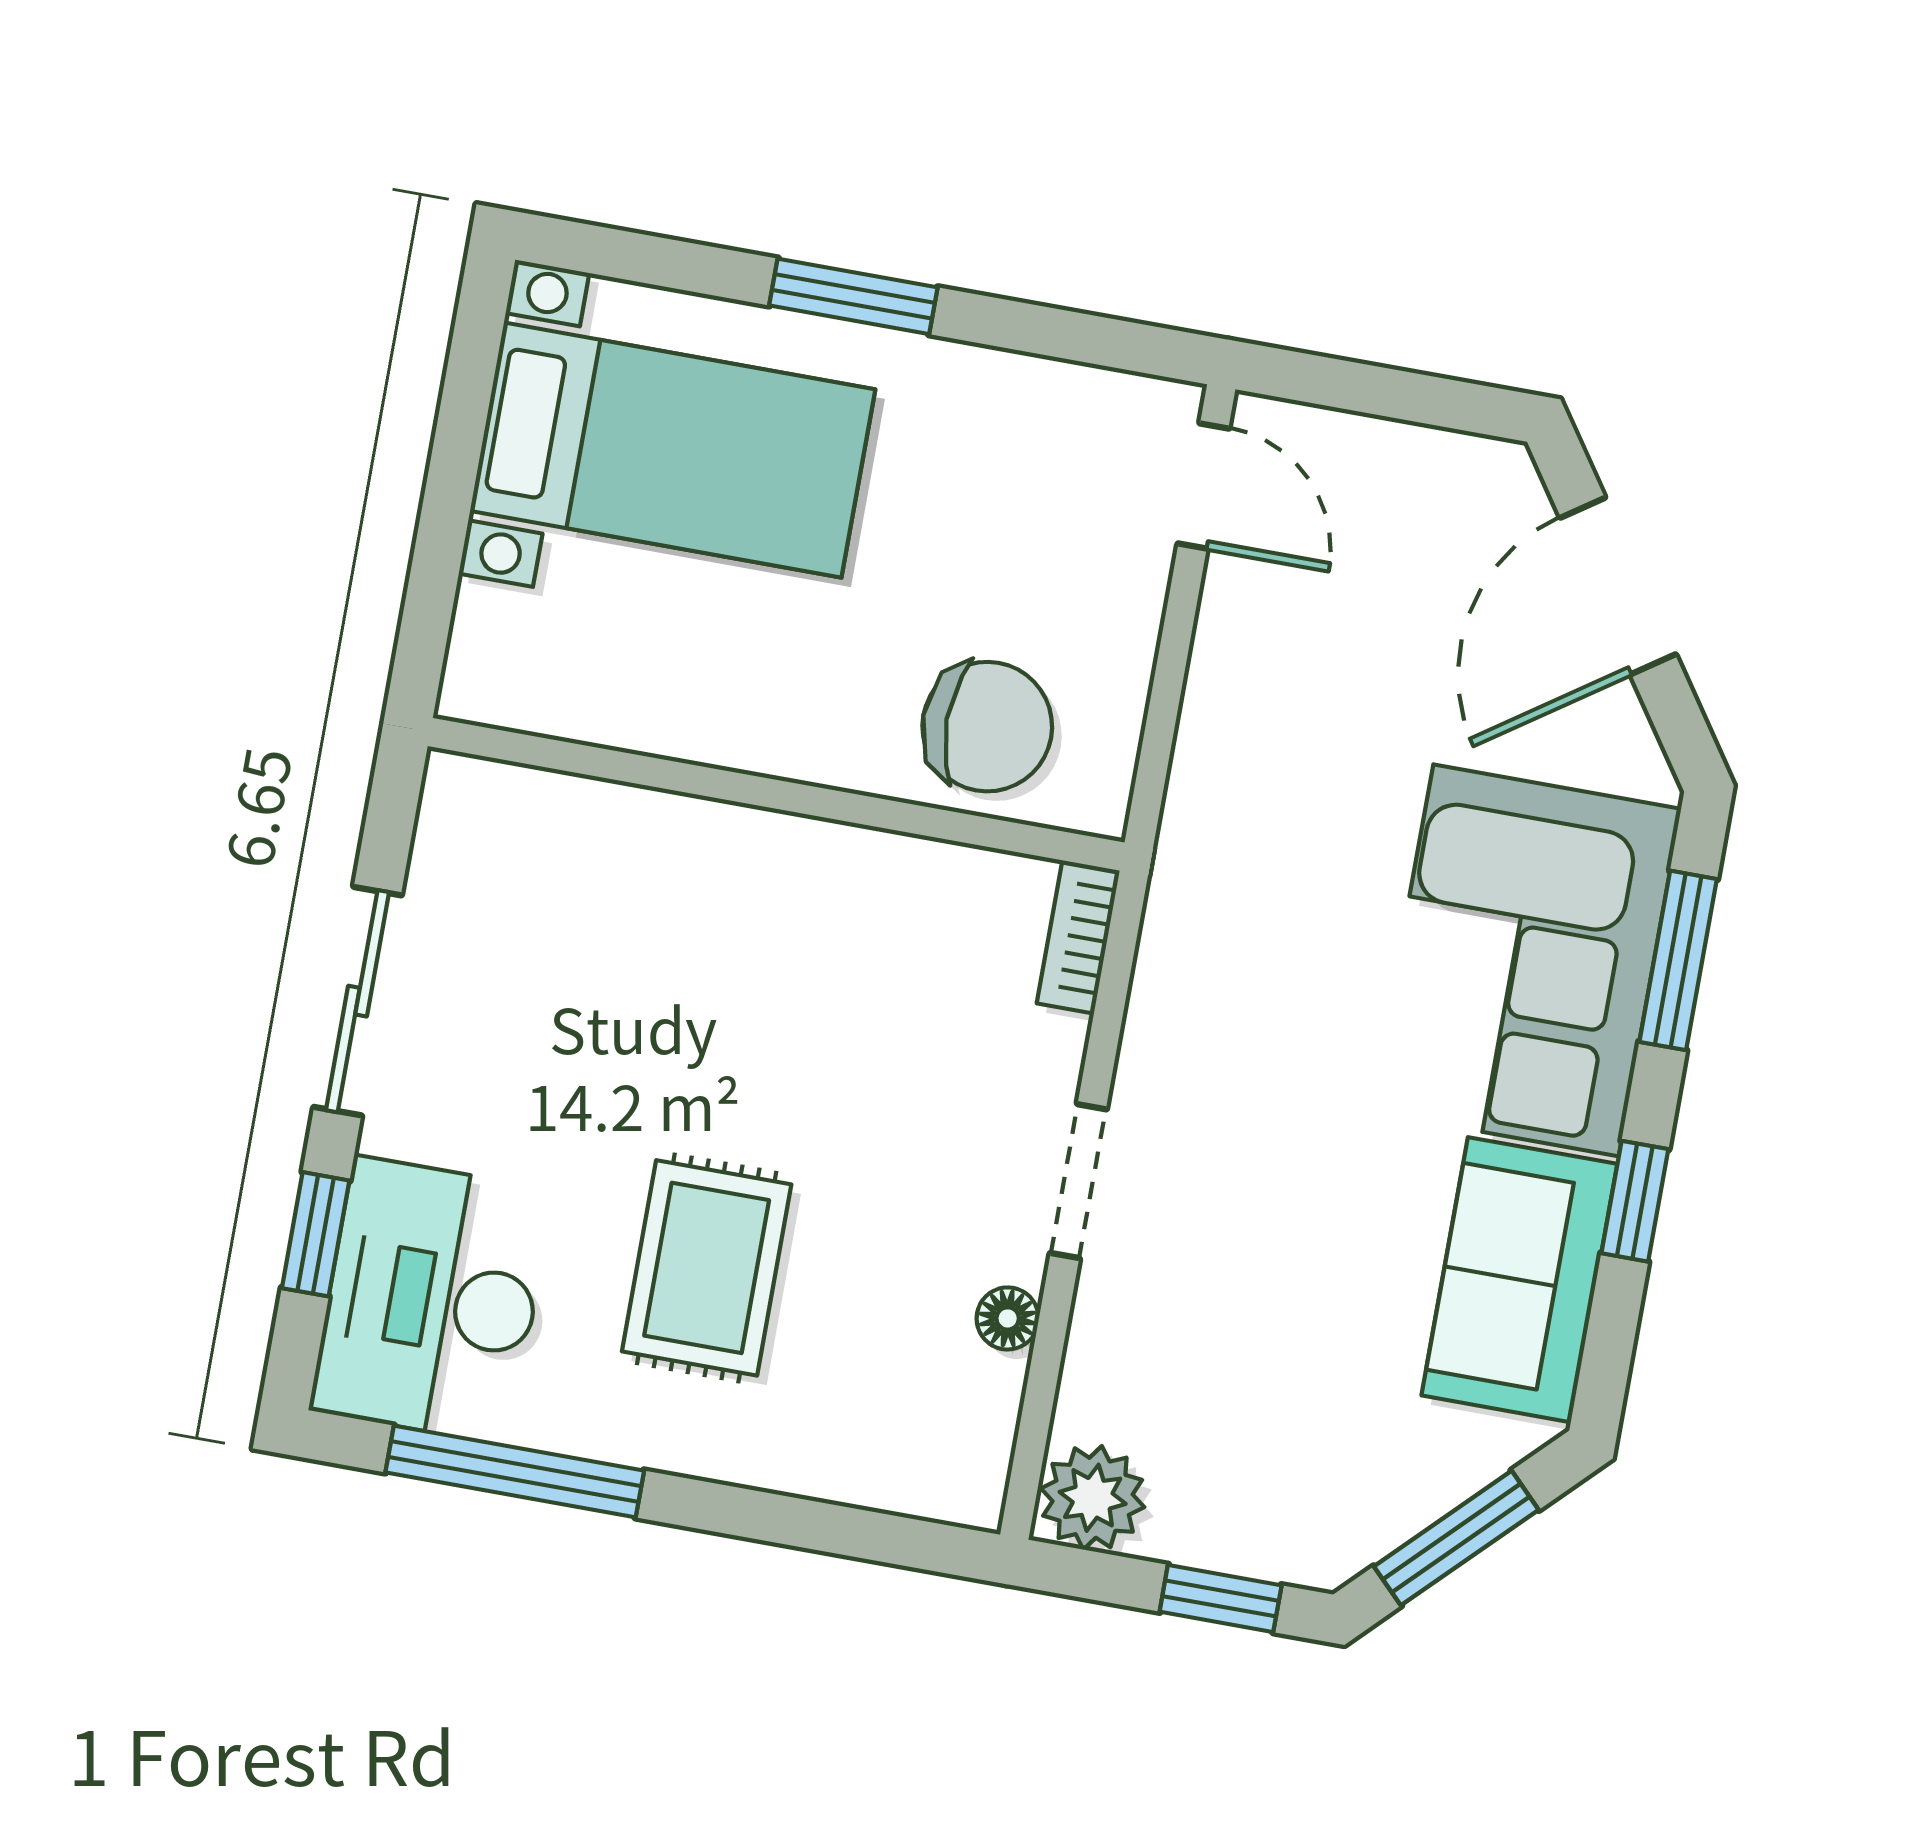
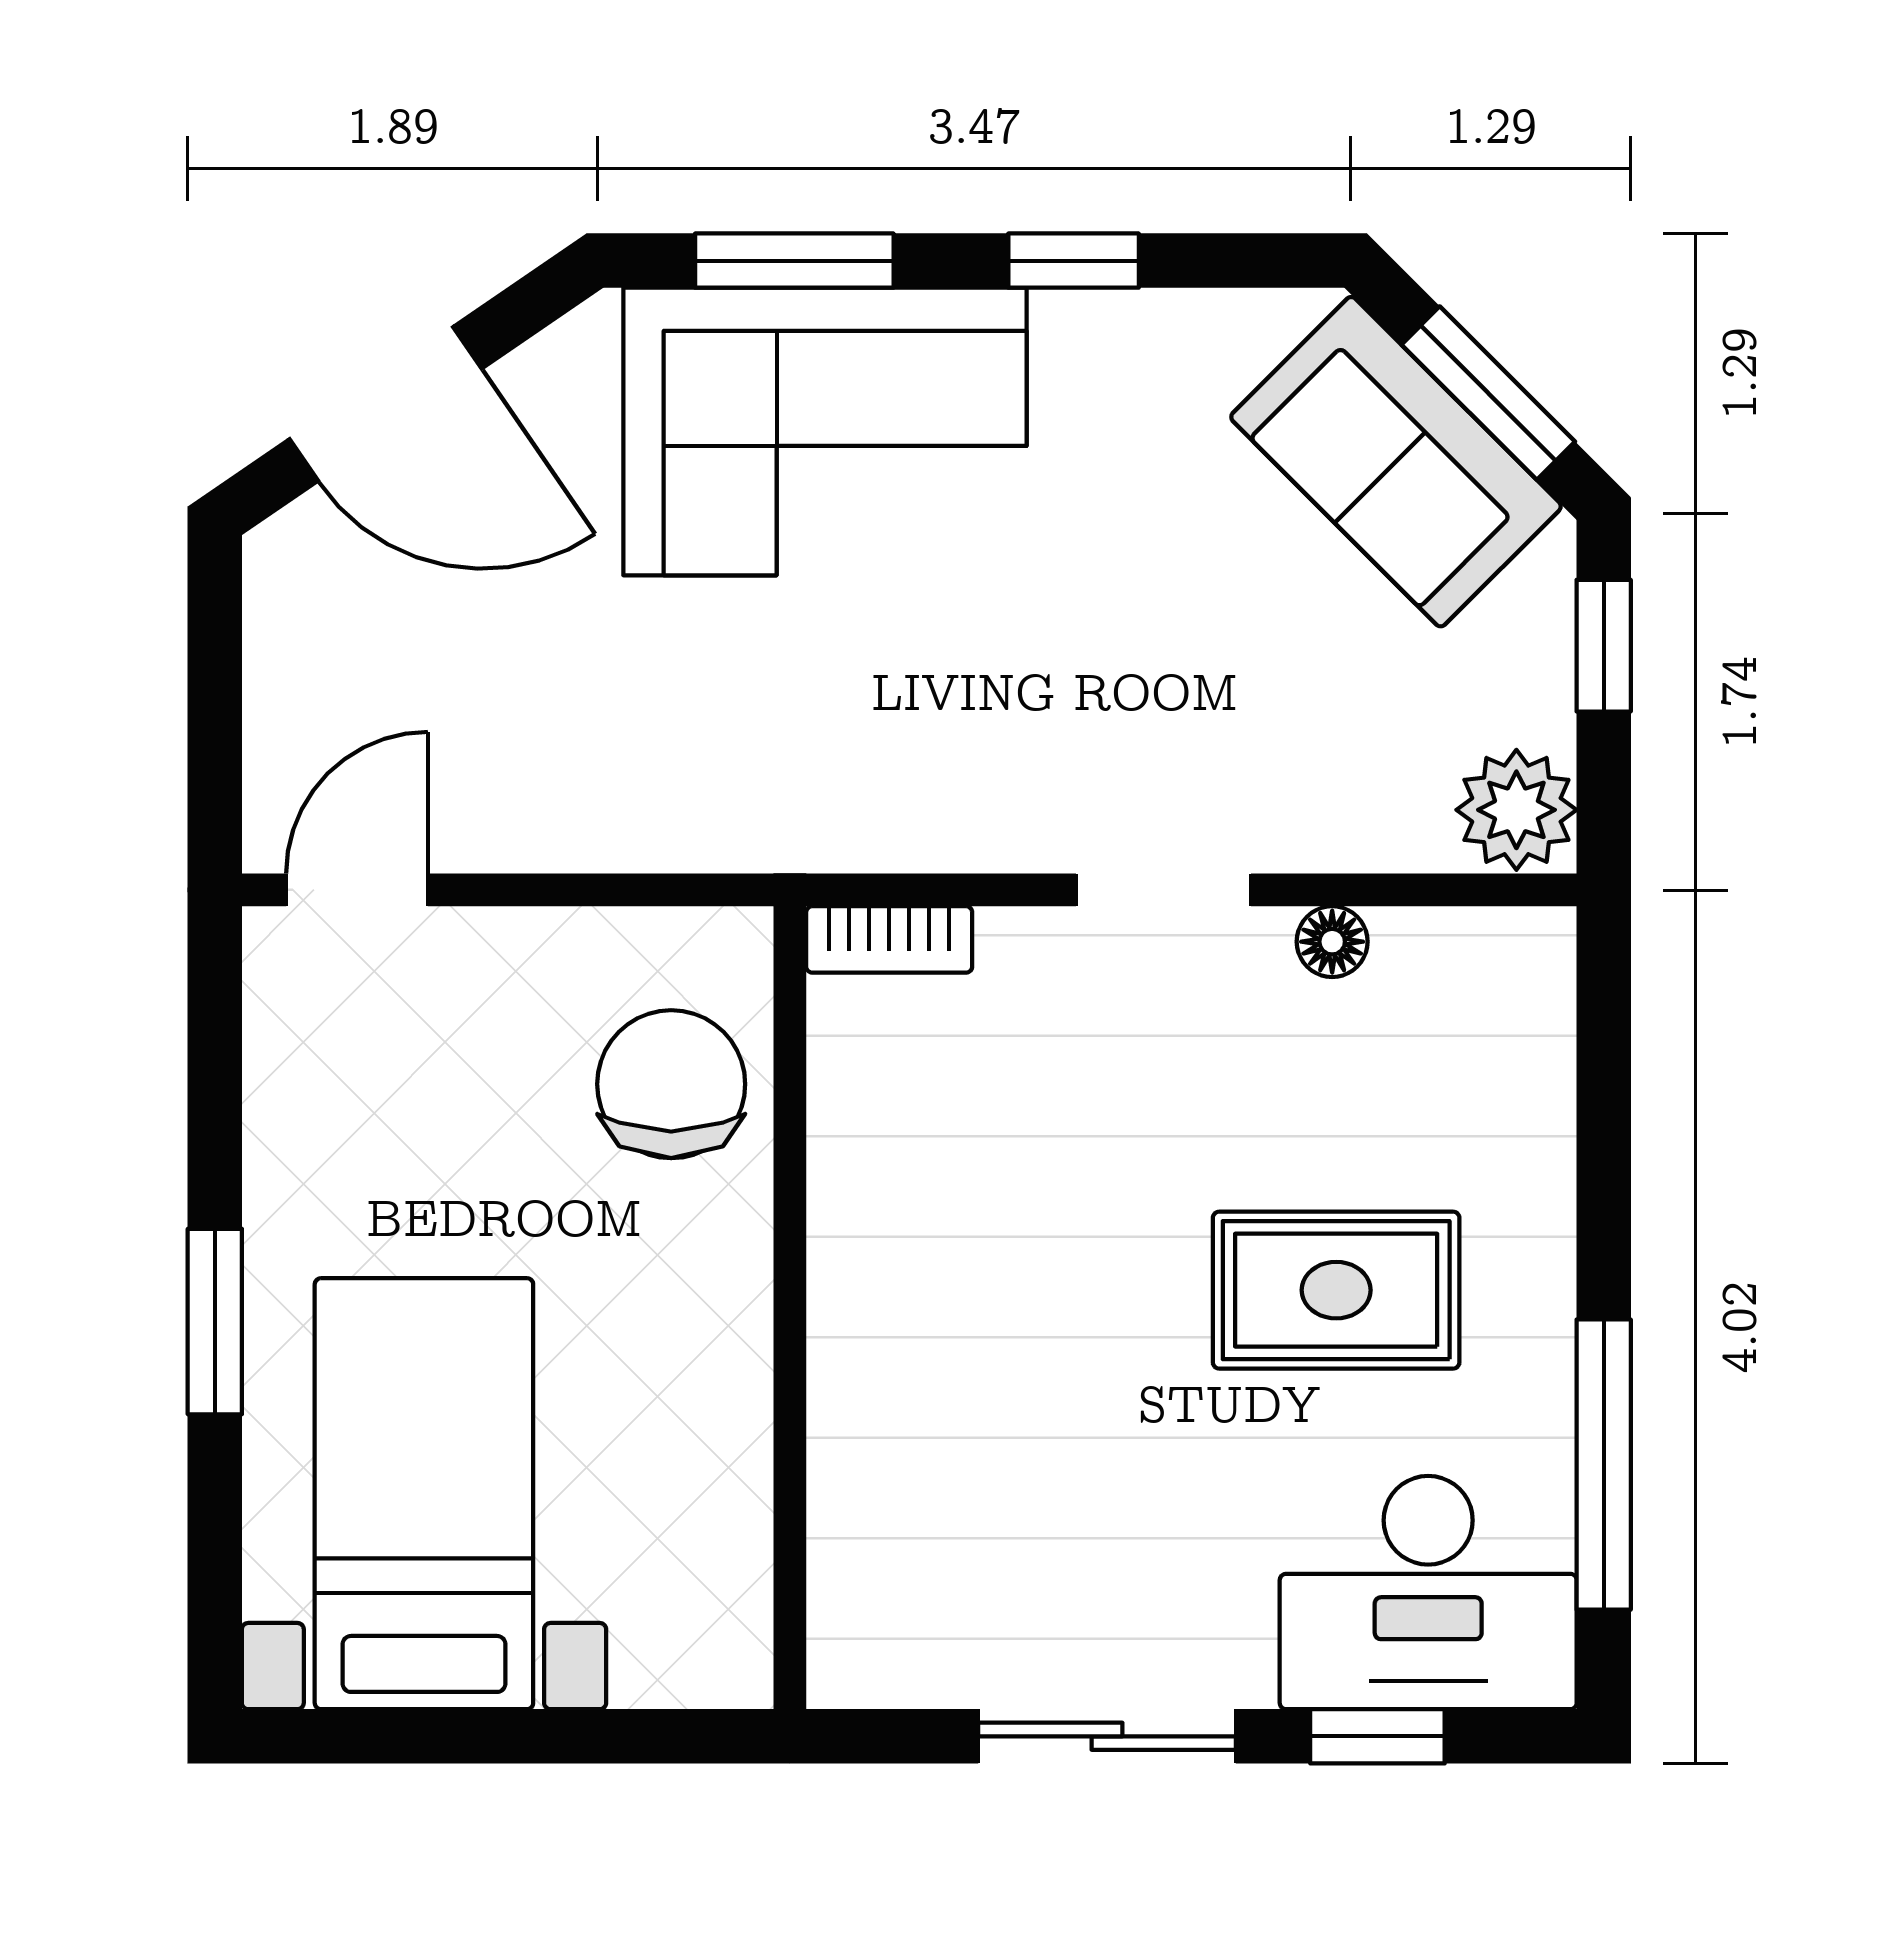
sofa: (1519, 1280) -> (1396, 462), moved, turned 45

